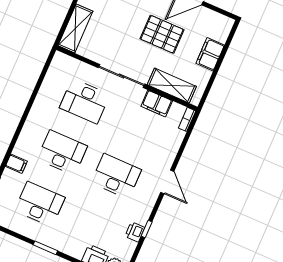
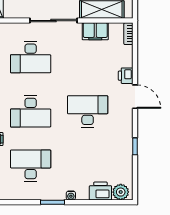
desk: (62, 153) -> (31, 111), turned 180
printer: (135, 232) -> (126, 76), moved
water cooler: (66, 249) -> (71, 195), added

